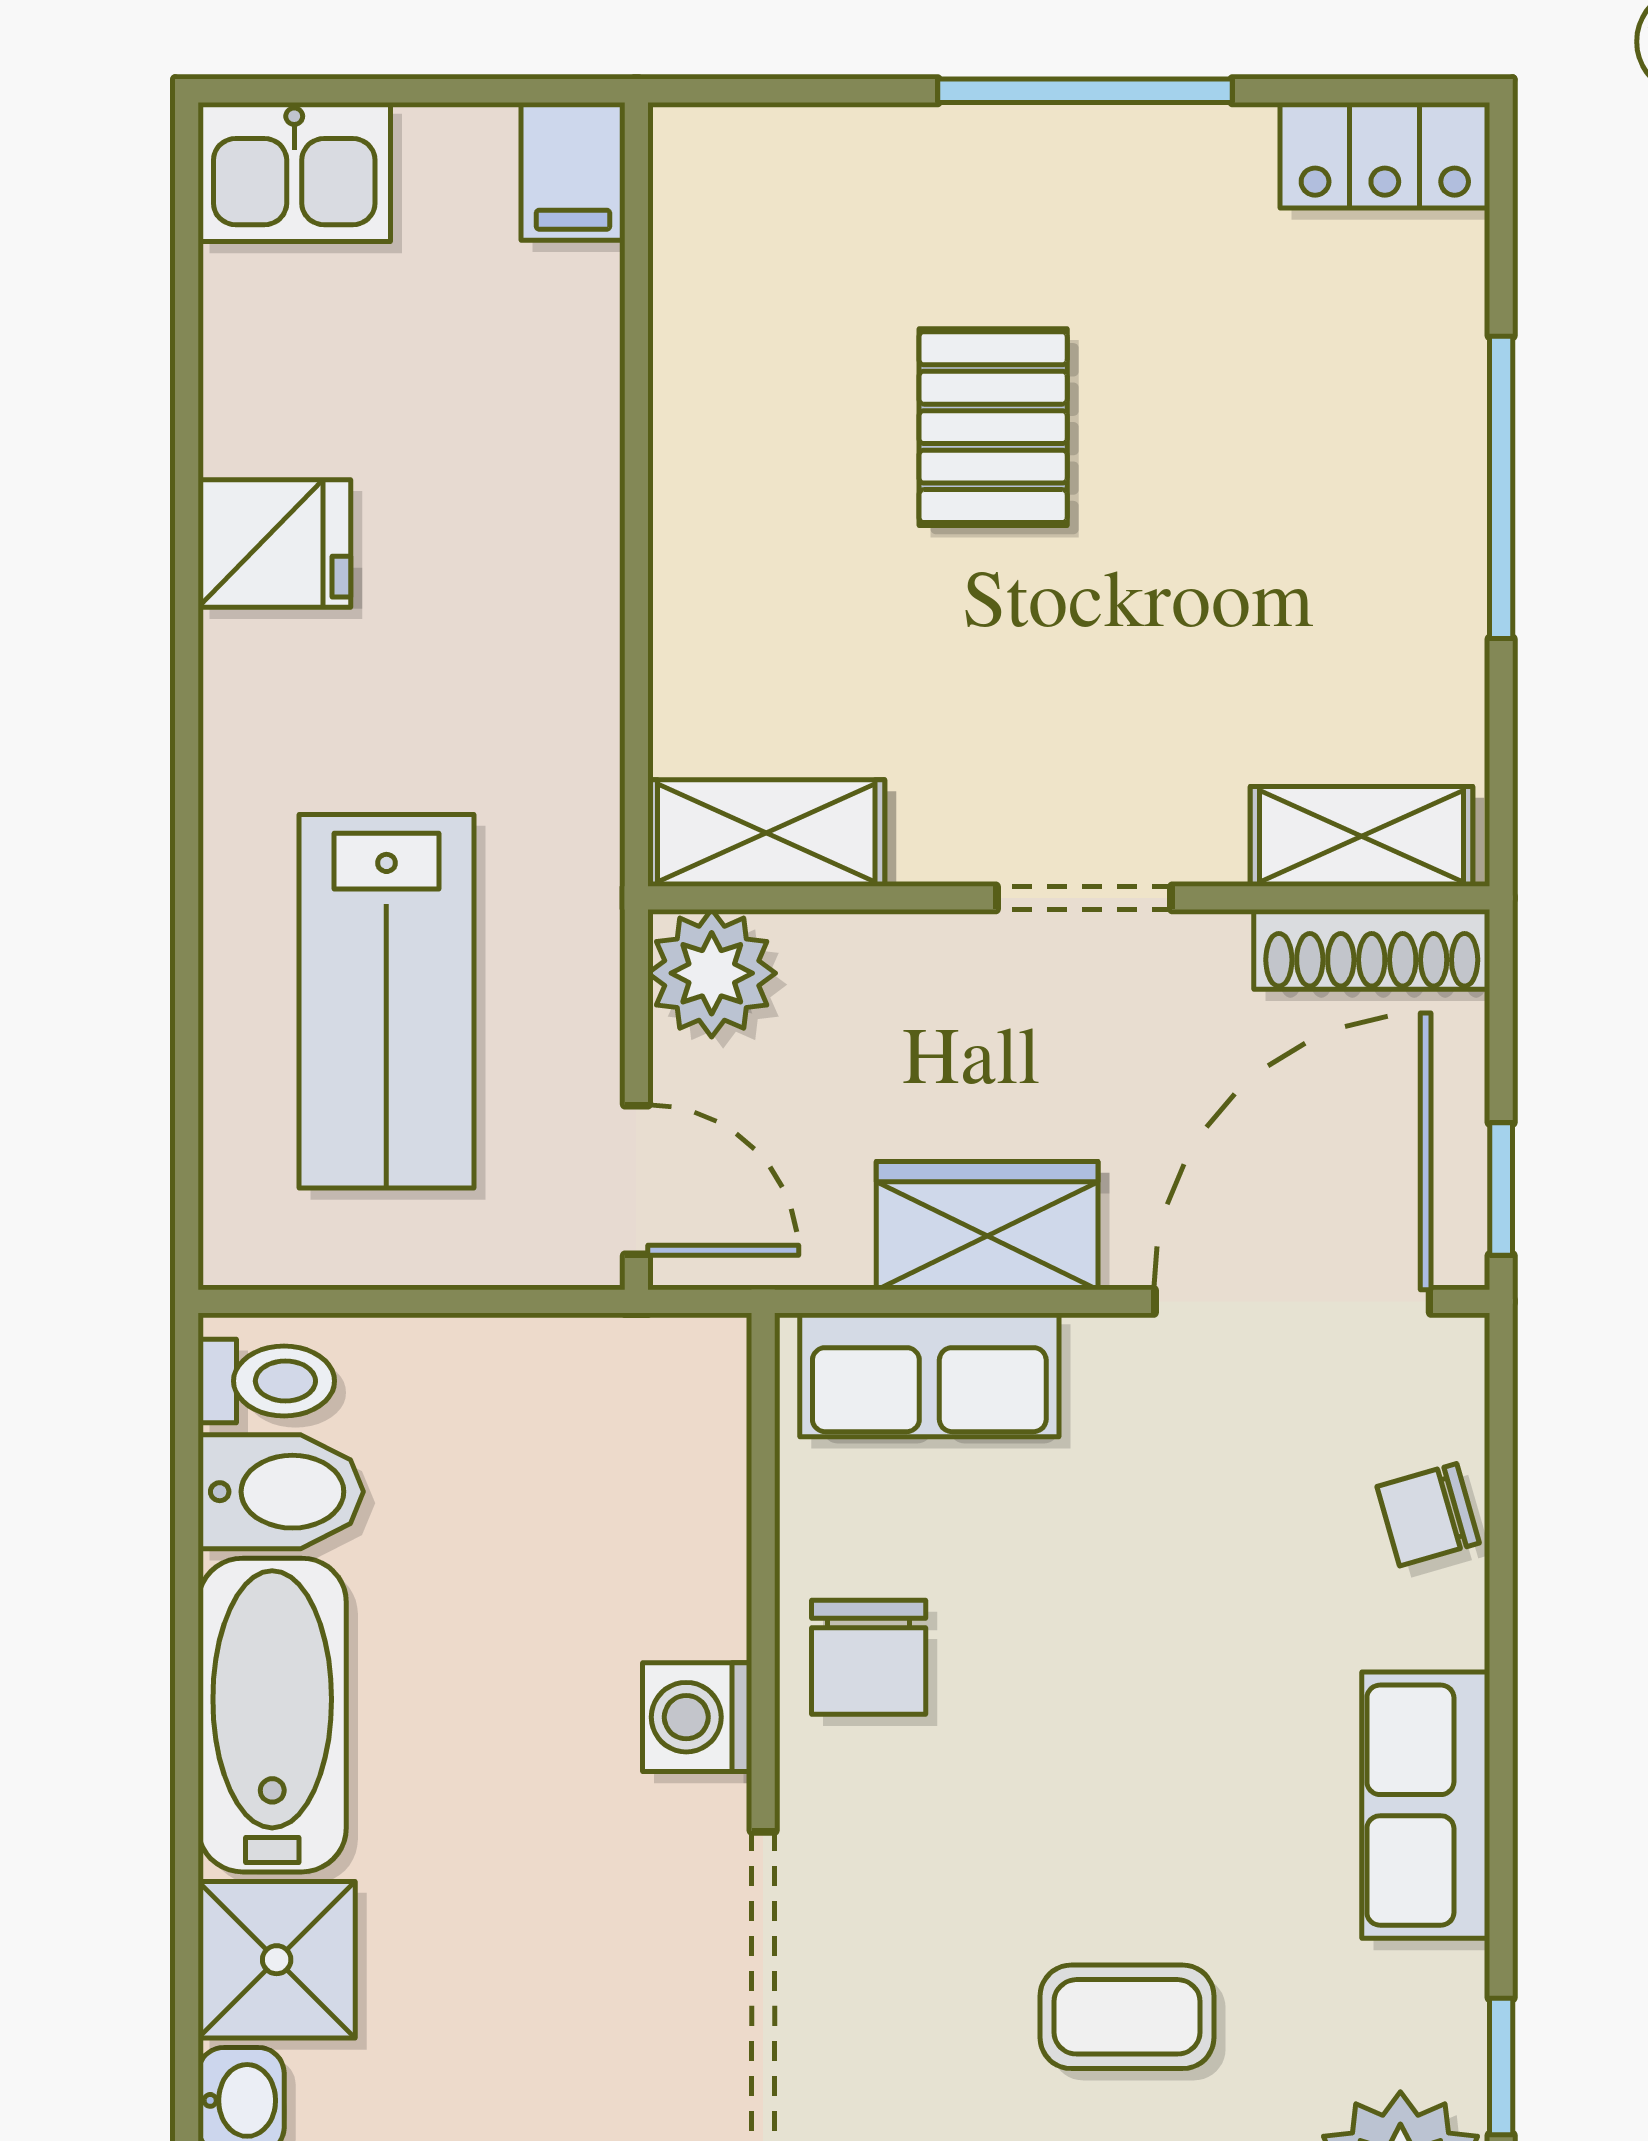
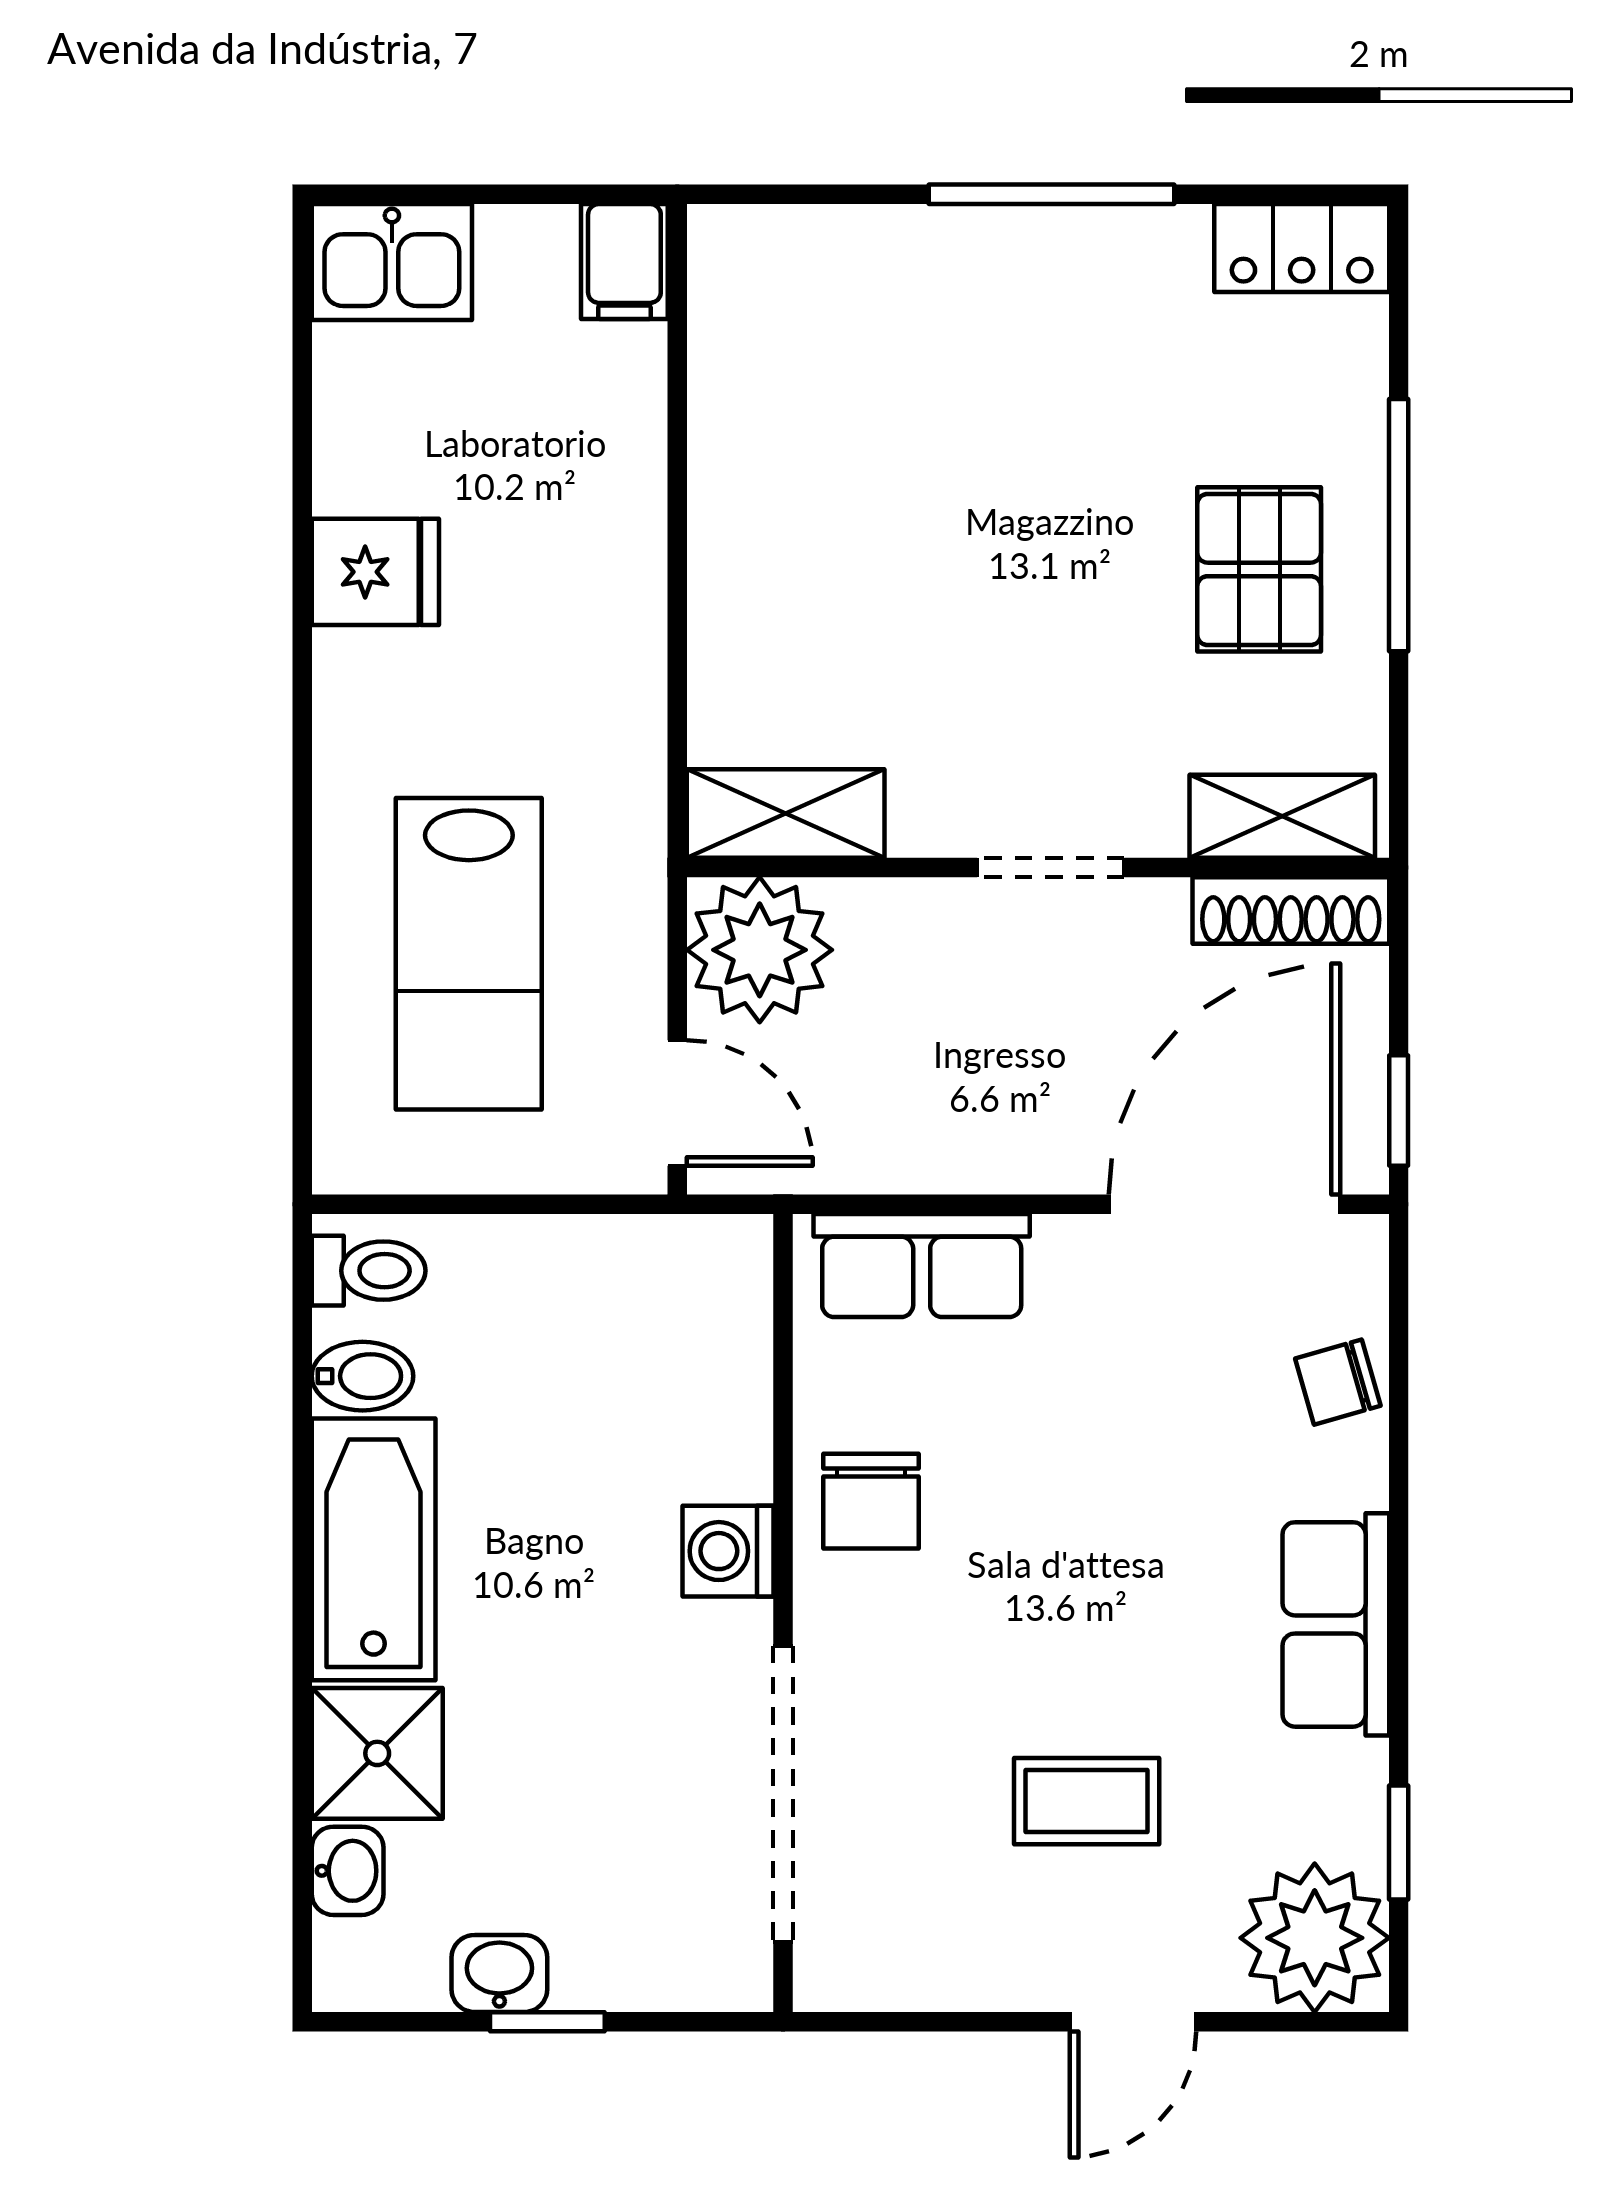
pallet: (993, 427) -> (1259, 569), moved
plant: (712, 973) -> (760, 950), width x1.36, depth x1.36
wardrobe: (987, 1226) -> (970, 1141), removed
bidet: (281, 1492) -> (362, 1376), width x0.72, depth x0.74

